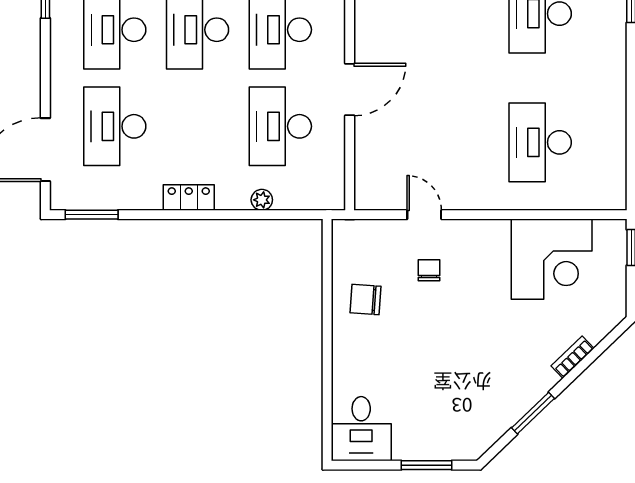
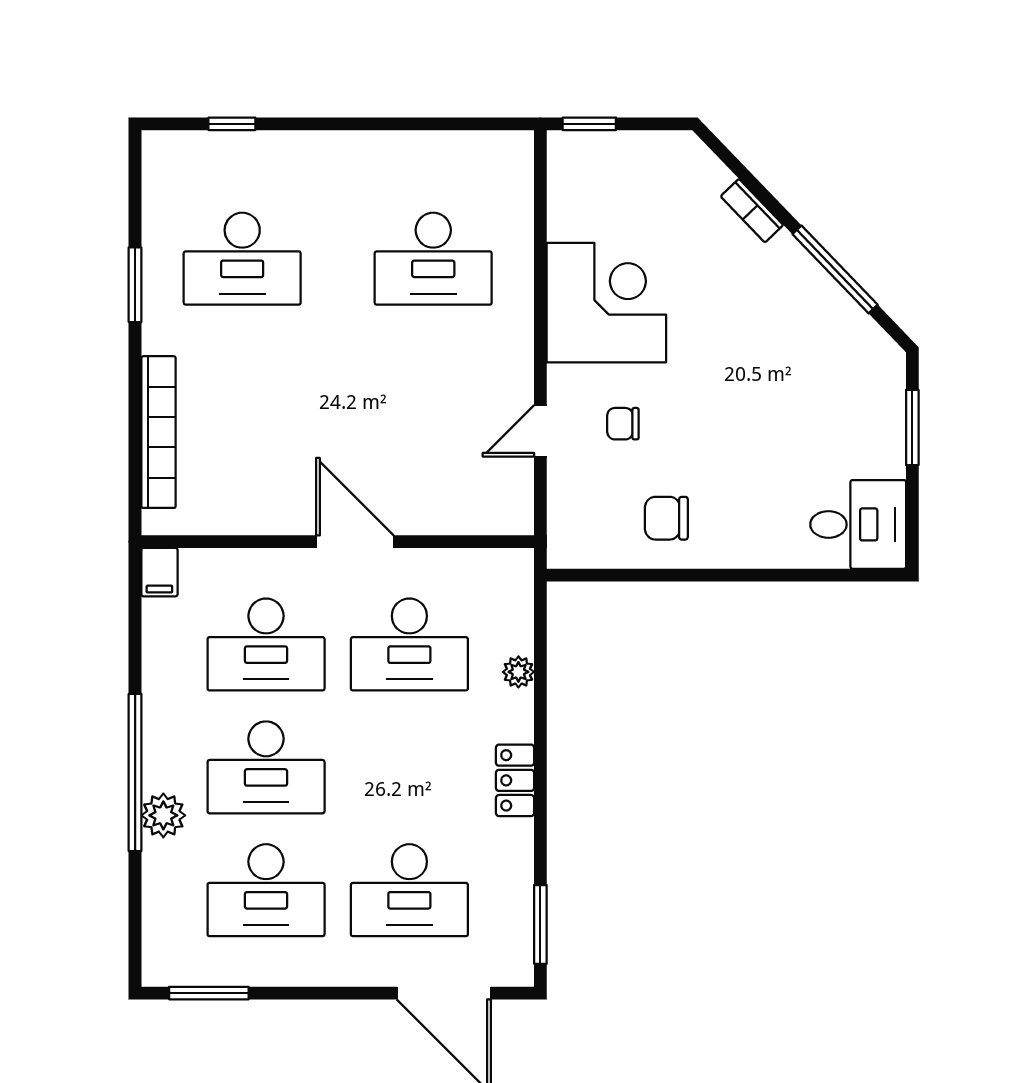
corner desk: (552, 259) -> (606, 303), moved
chair: (365, 299) -> (666, 518), turned 86
window: (533, 413) -> (835, 269), width x1.44

